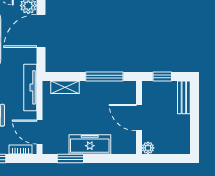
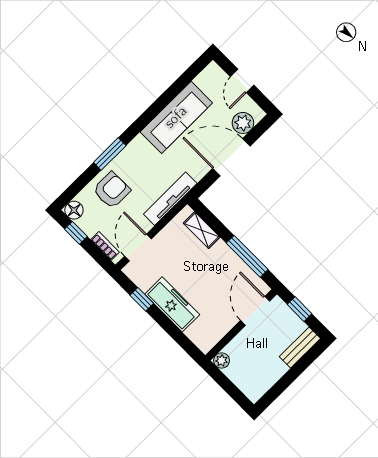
door: (139, 118) -> (255, 311), moved
window: (70, 158) -> (142, 299), width x0.67

